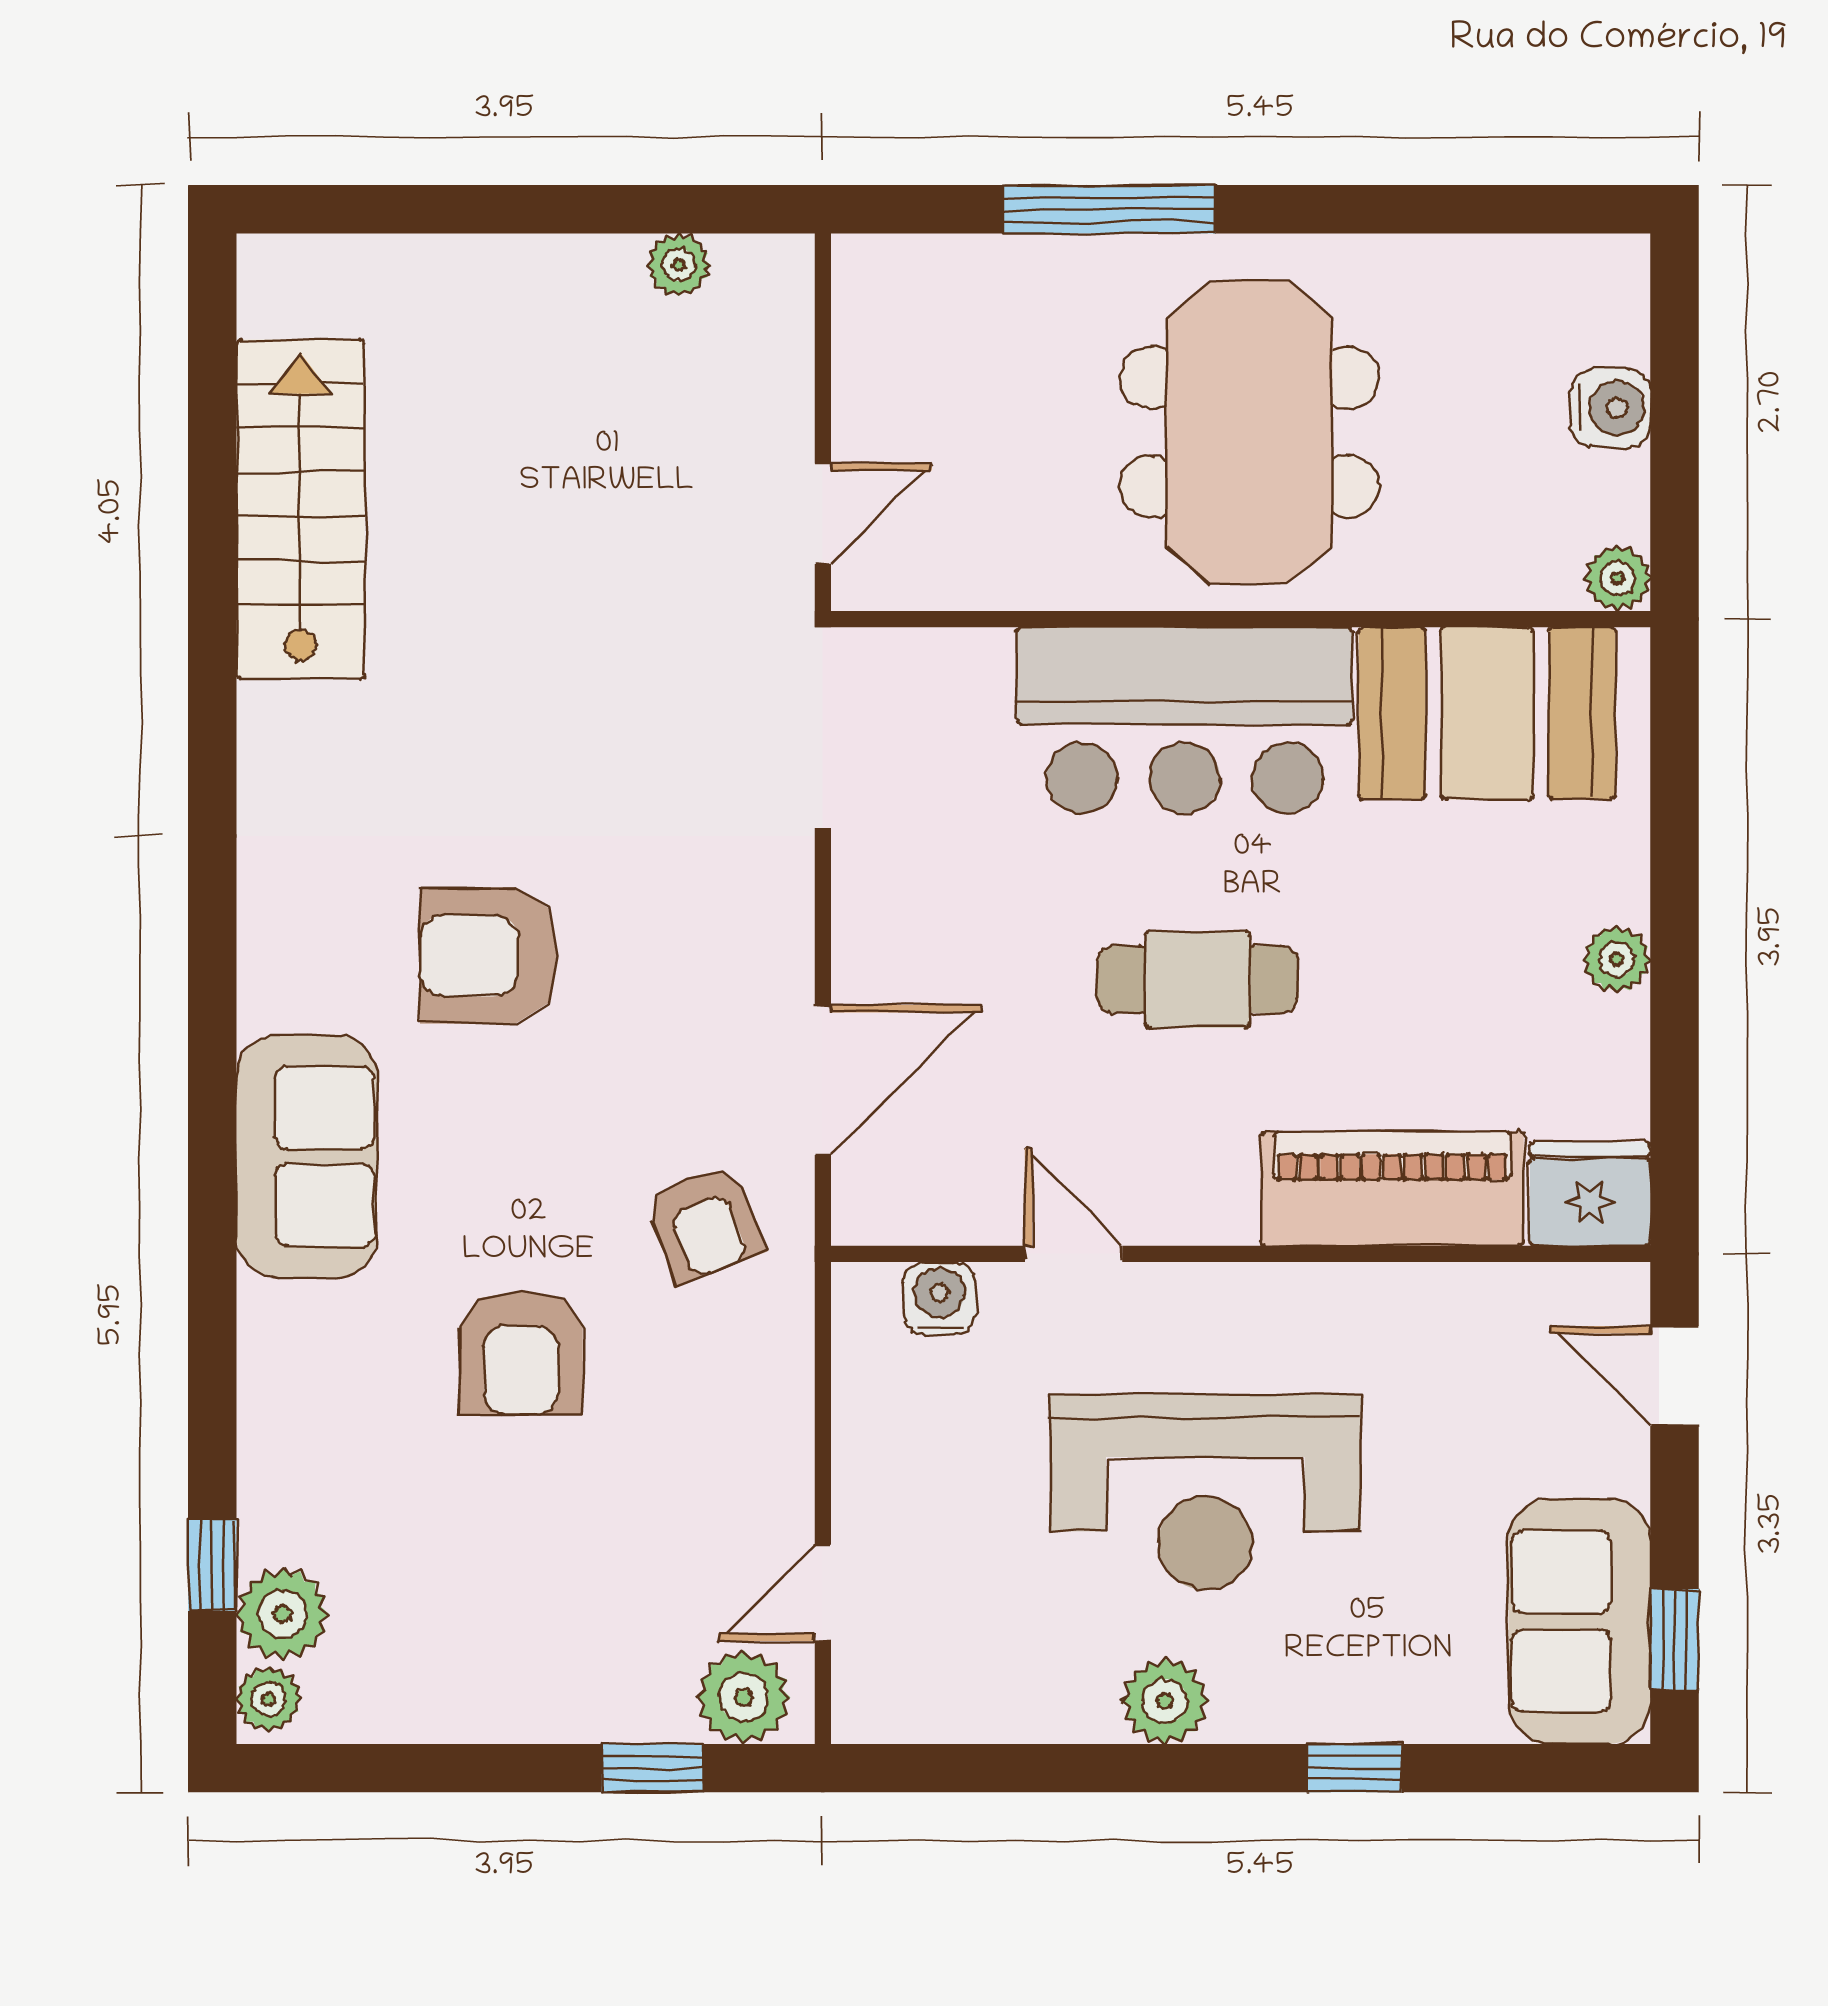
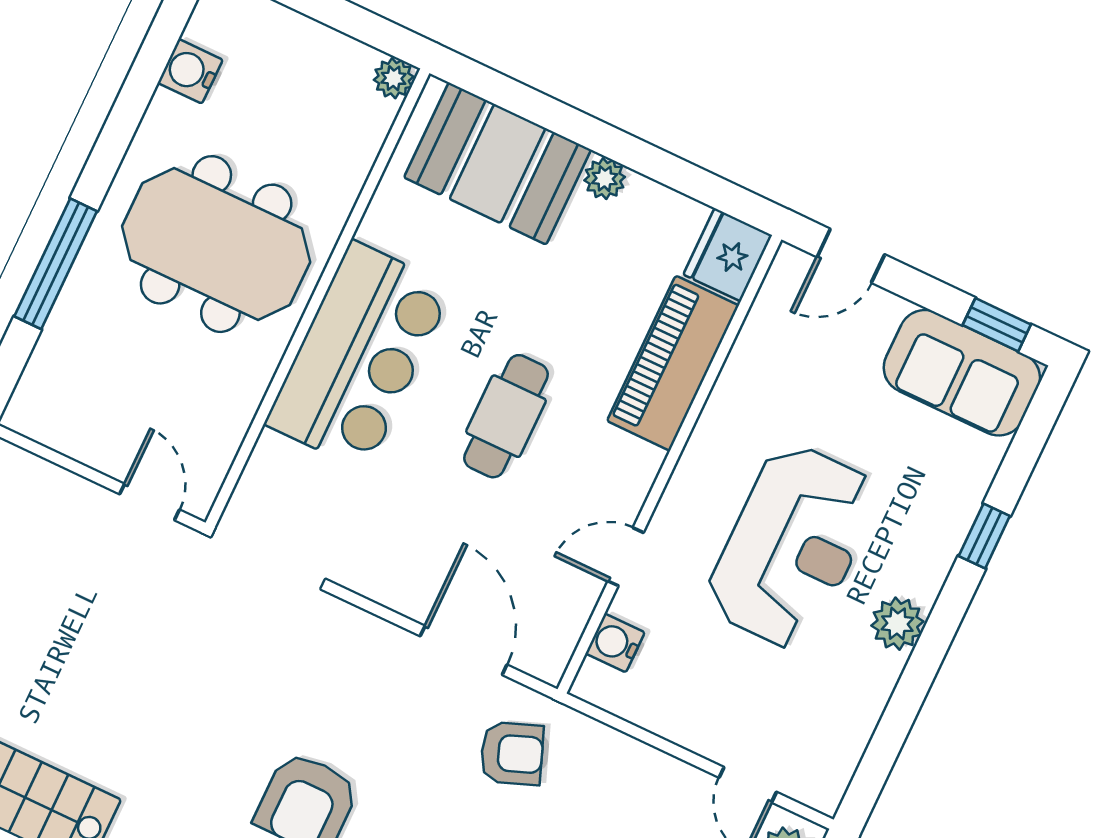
water cooler: (1610, 408) -> (190, 71), moved, turned -90
booth: (1487, 713) -> (498, 164), moved, turned 90

